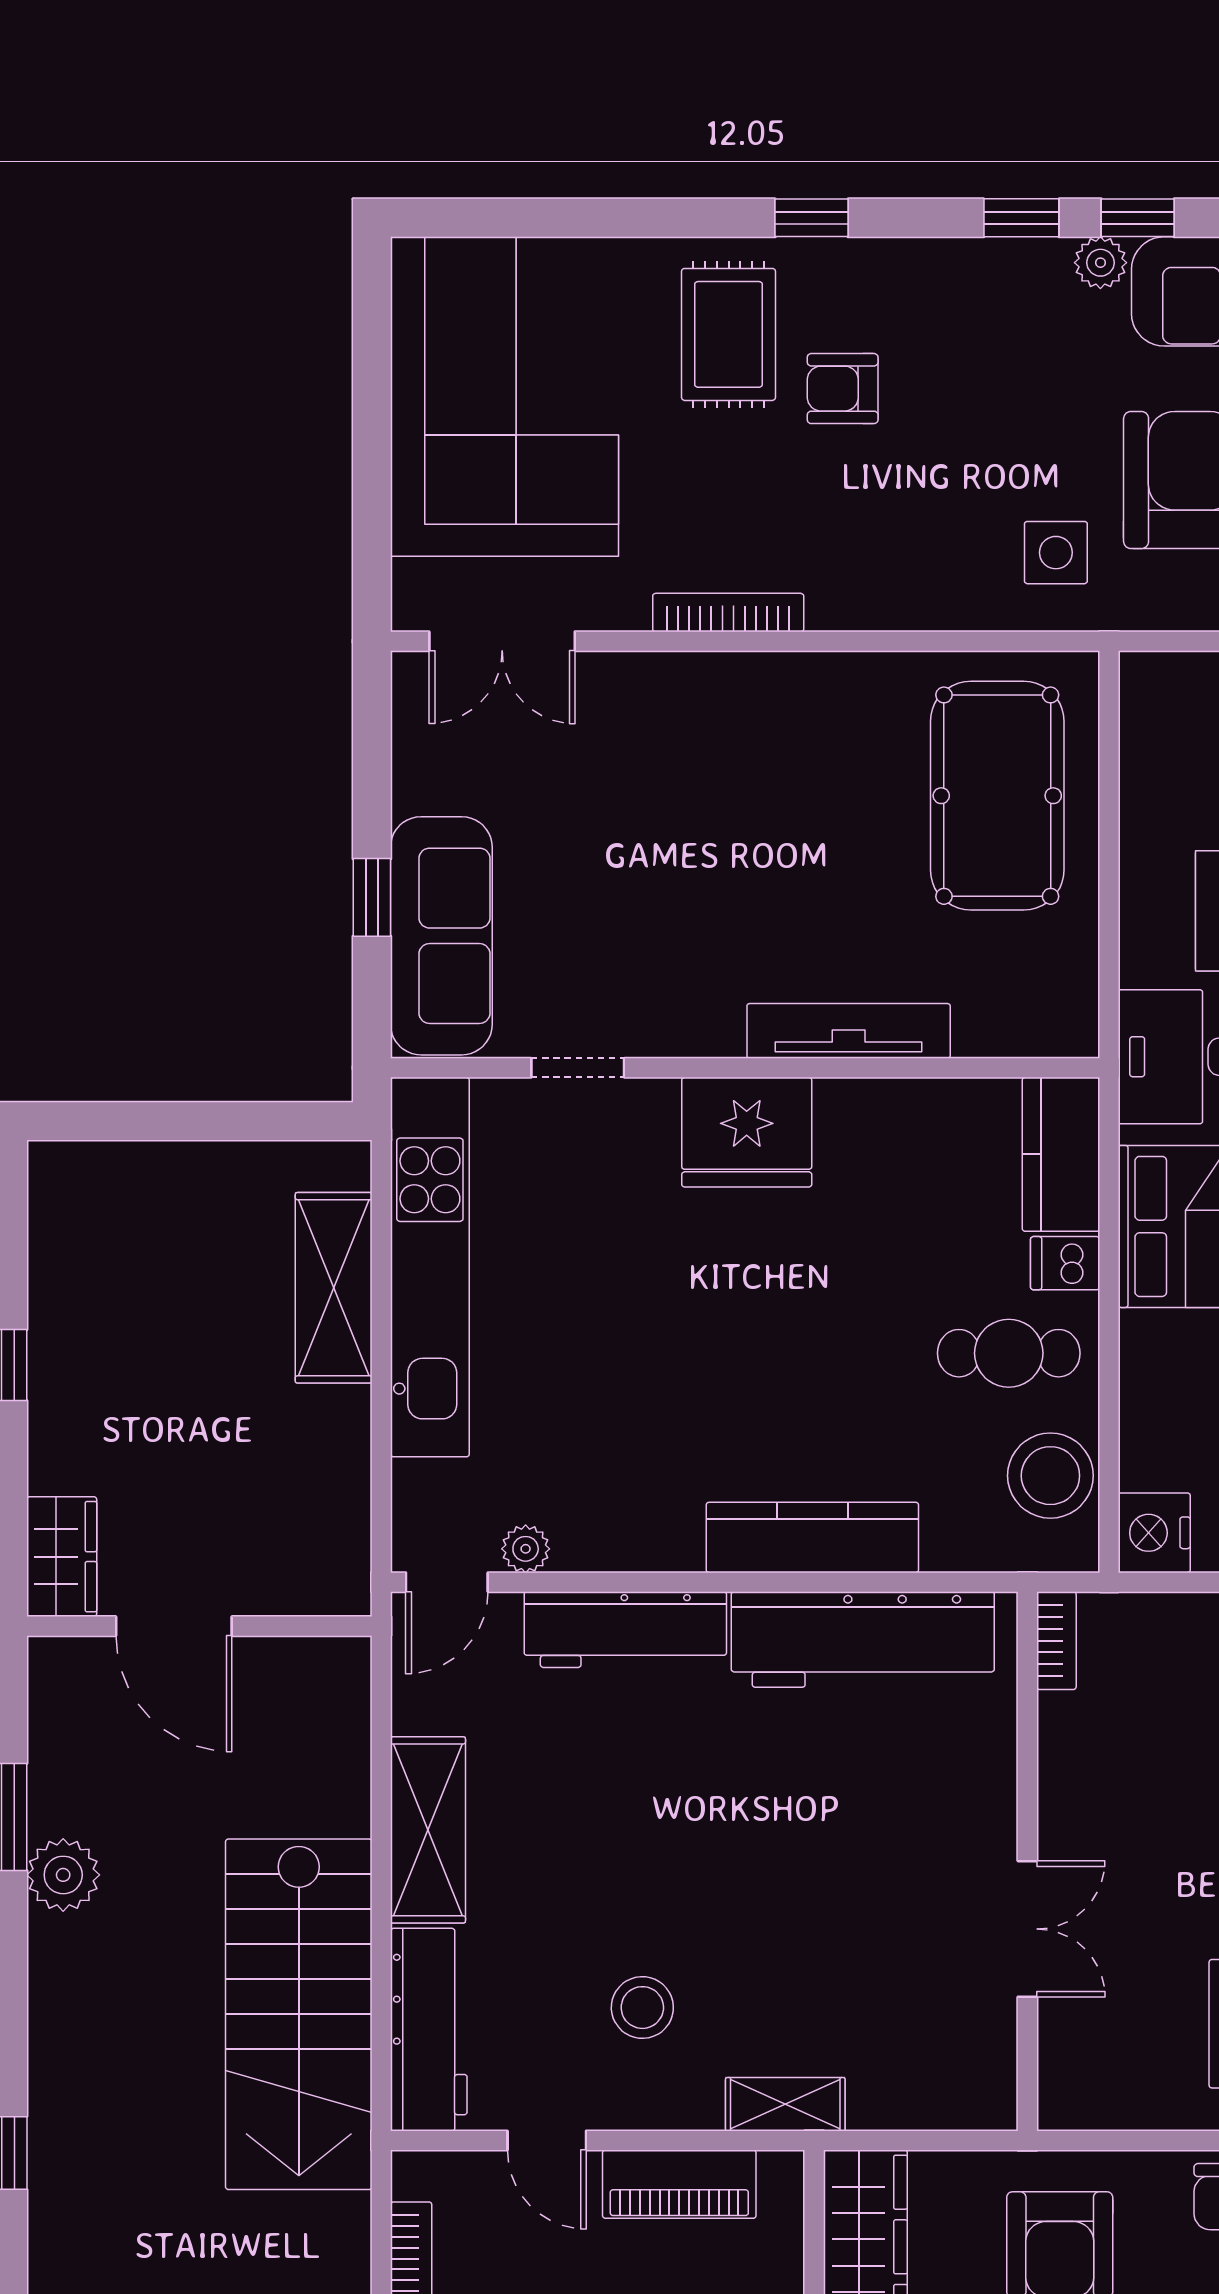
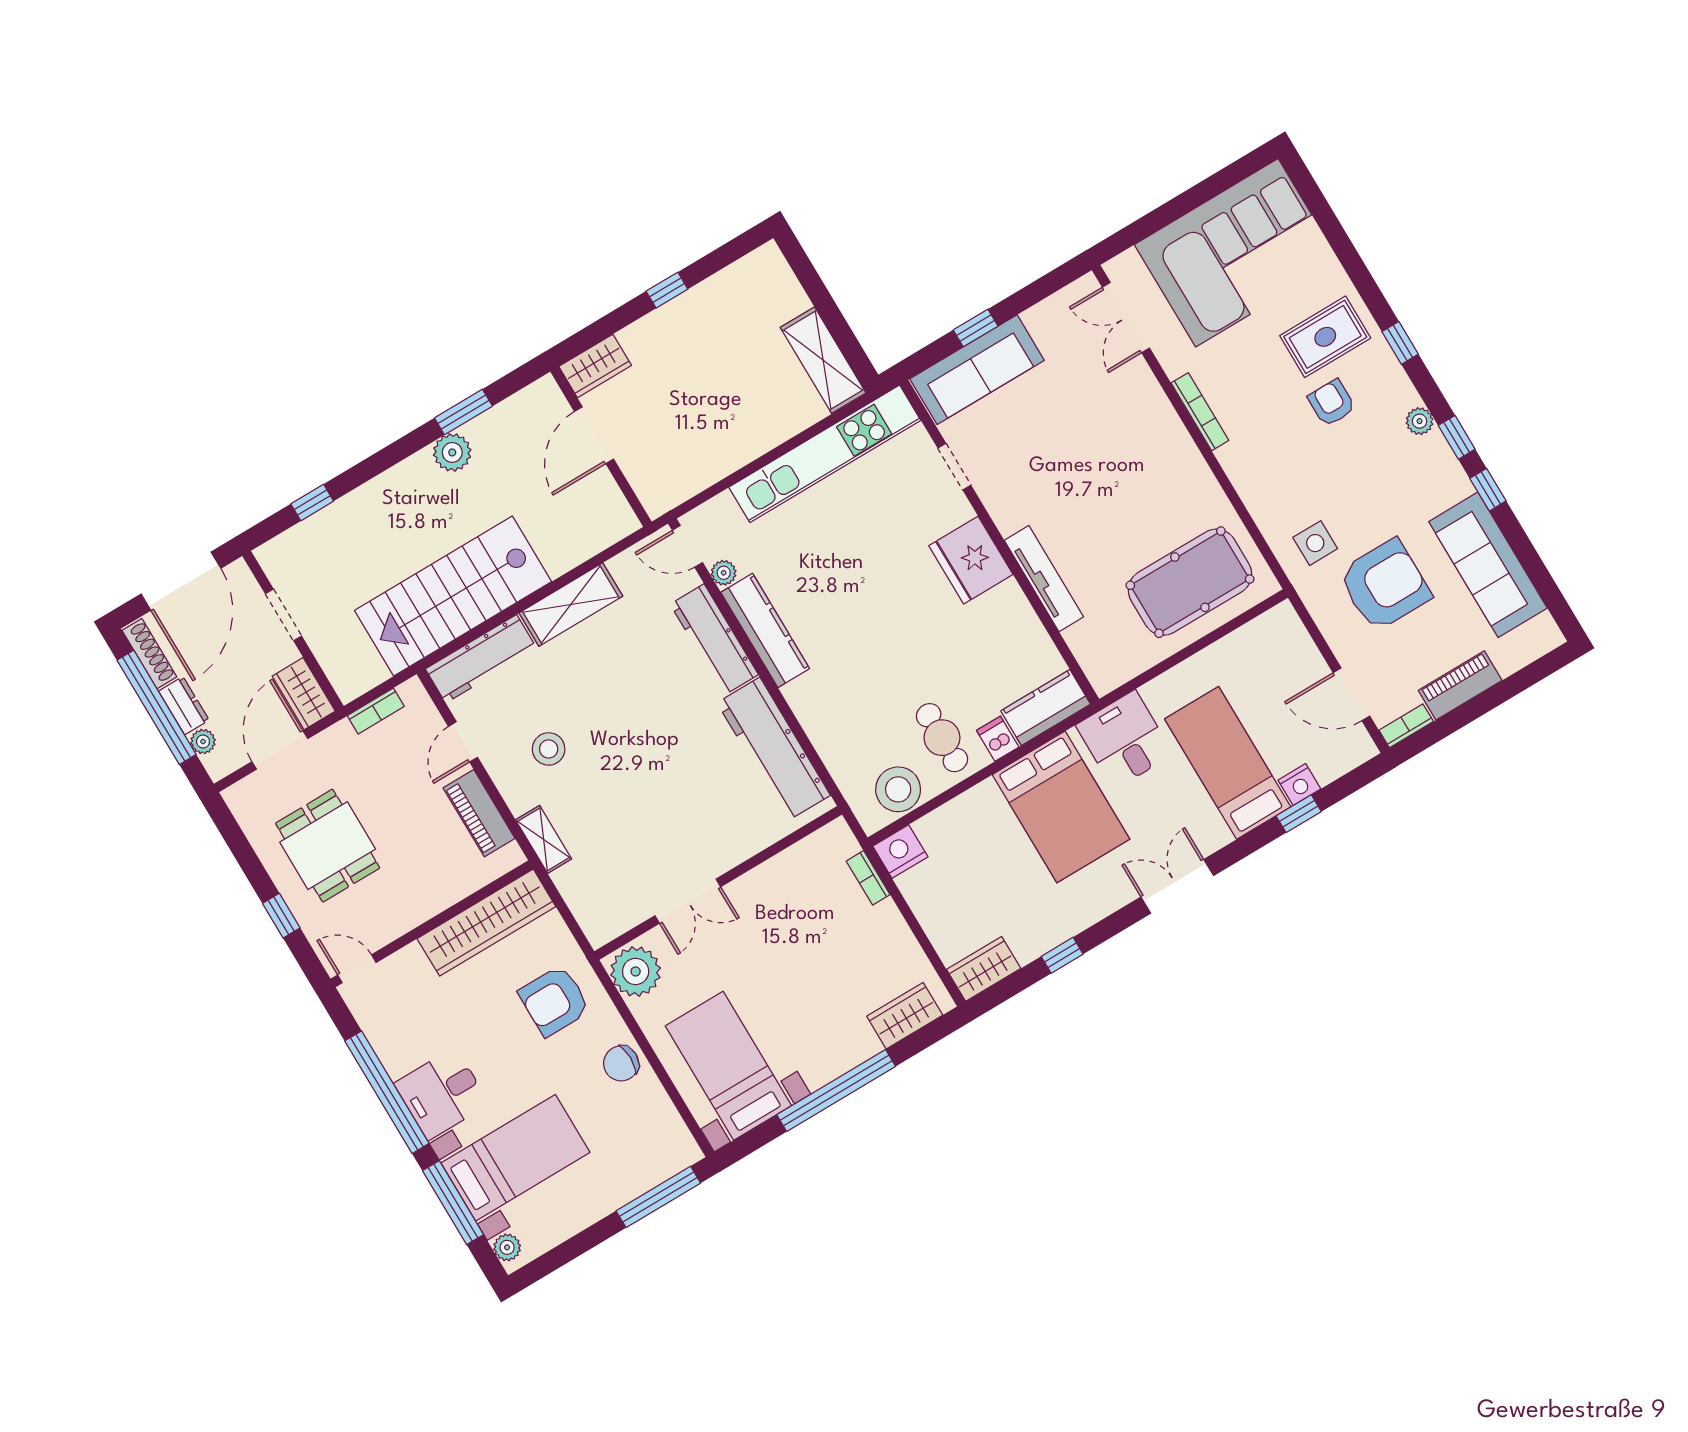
plant: (1100, 263) -> (1420, 421), moved
shelving: (334, 1288) -> (823, 360), moved, turned 90
kitchen counter: (812, 1537) -> (765, 630), moved
bookcase: (1056, 1641) -> (868, 878), moved, turned 90
plant: (1091, 2083) -> (636, 971), added

